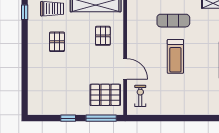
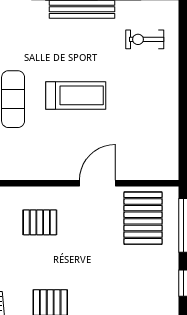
exercise bike: (140, 96) -> (145, 39), moved

